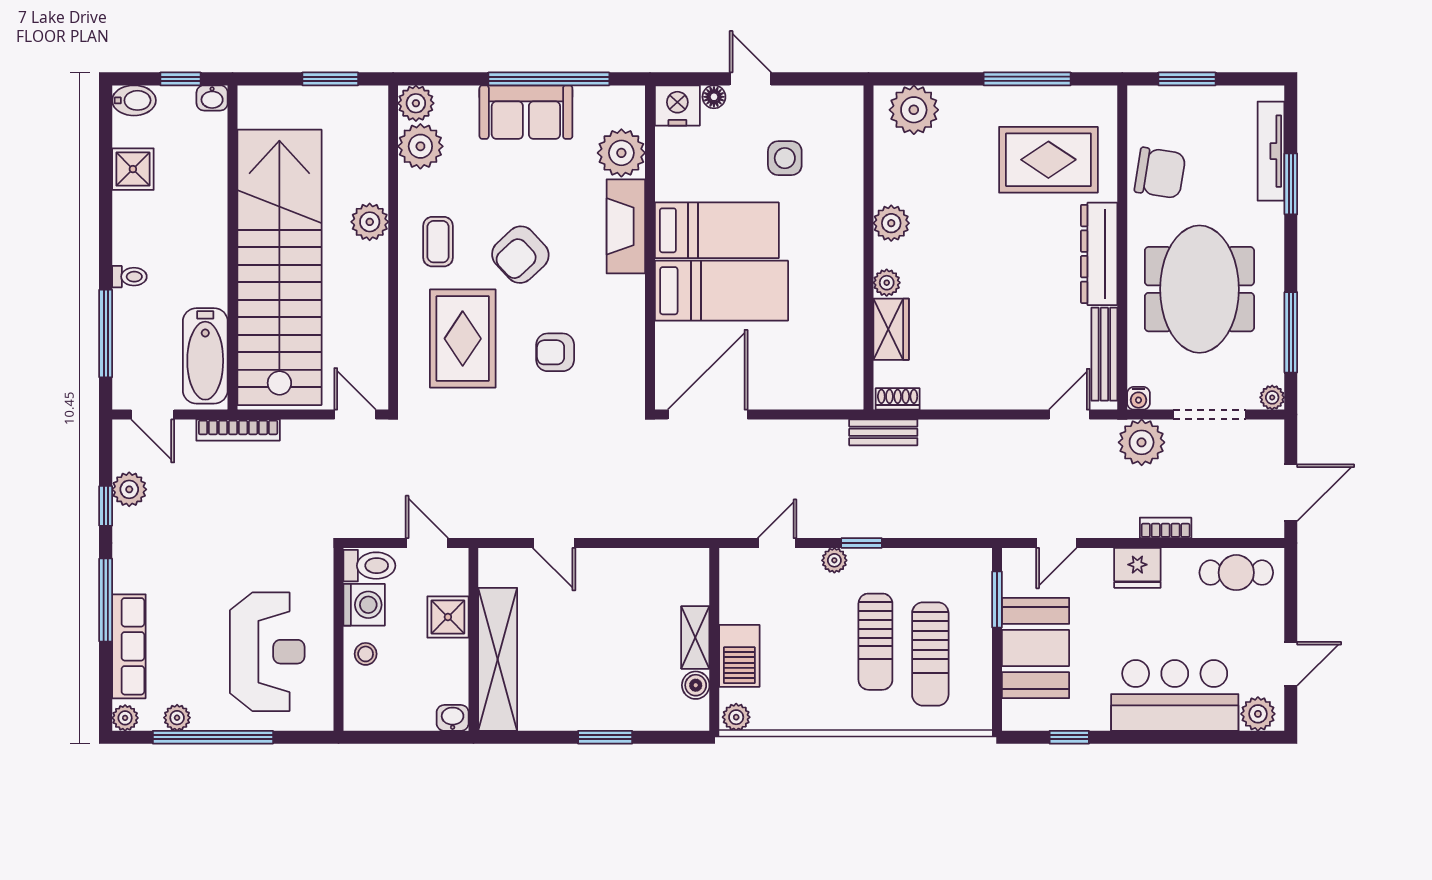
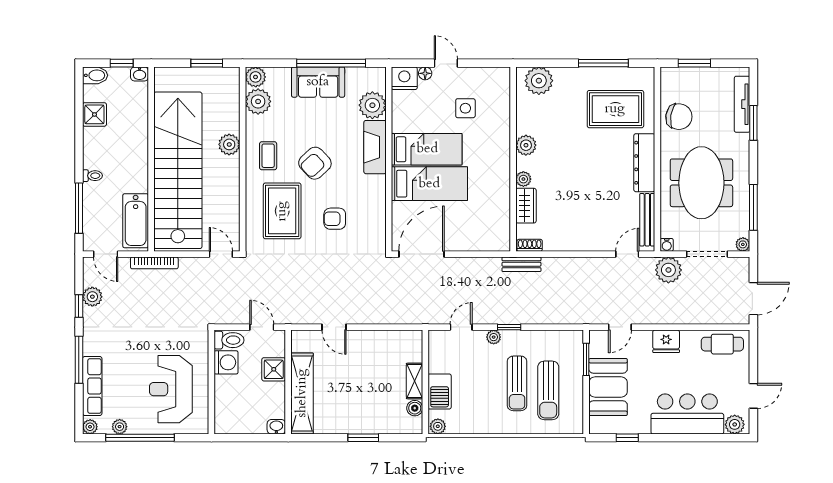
bookcase: (1166, 528) -> (682, 319), removed
reception desk: (267, 652) -> (171, 389), turned 180
stool: (366, 654) -> (227, 390), removed

